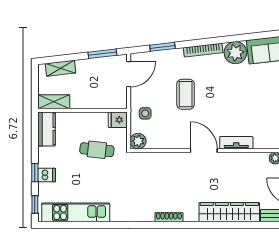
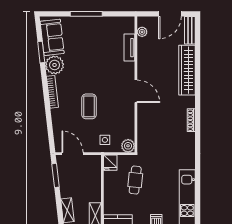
window: (162, 47) -> (41, 52), moved
coffee table: (186, 94) -> (89, 106), turned 90
tv unit: (236, 143) -> (129, 48), moved
door: (204, 151) -> (136, 91), swing flipped

